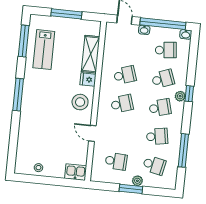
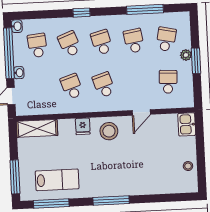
window: (66, 14) -> (15, 177), moved
shelving: (91, 54) -> (37, 128), moved
plant: (180, 96) -> (86, 22), removed

